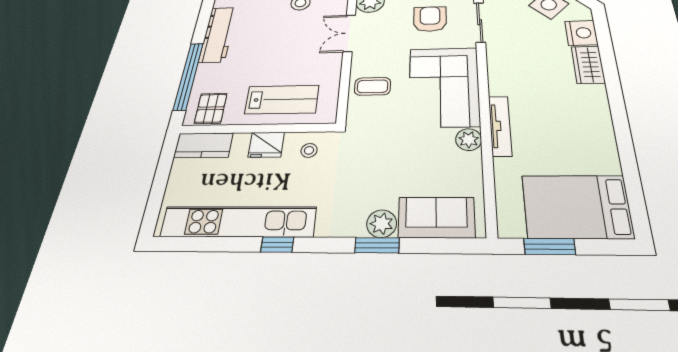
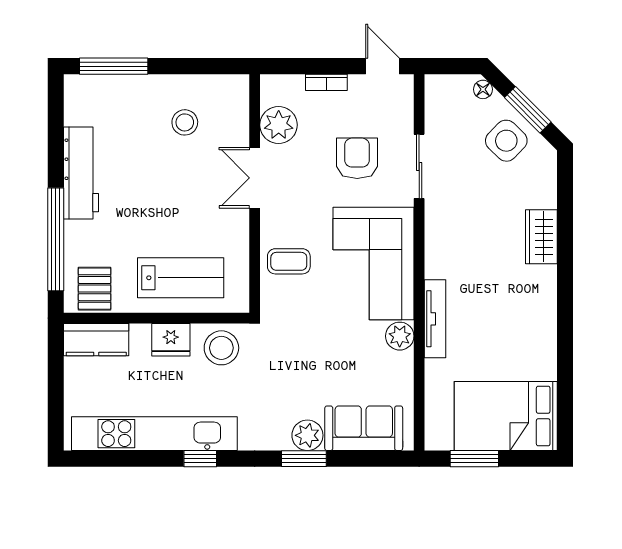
nightstand: (581, 33) -> (540, 188), removed
stool: (309, 150) -> (221, 348), width x1.89, depth x1.89

